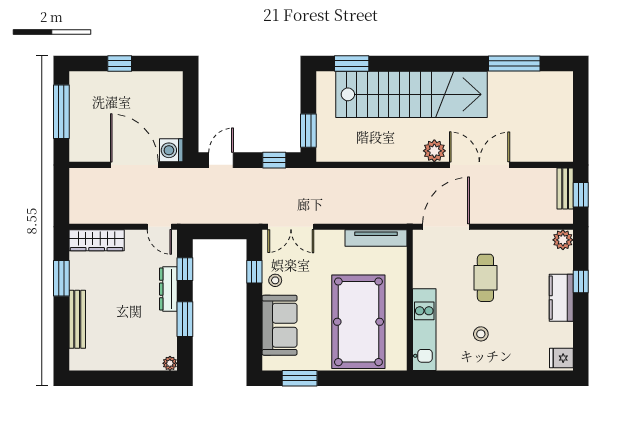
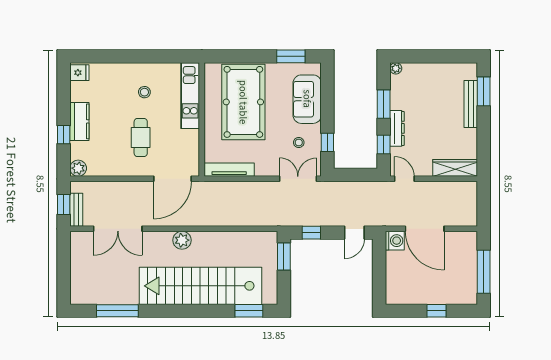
double door: (479, 165) -> (118, 229), moved
window: (61, 278) -> (484, 91), moved
stool: (275, 280) -> (299, 143), moved

